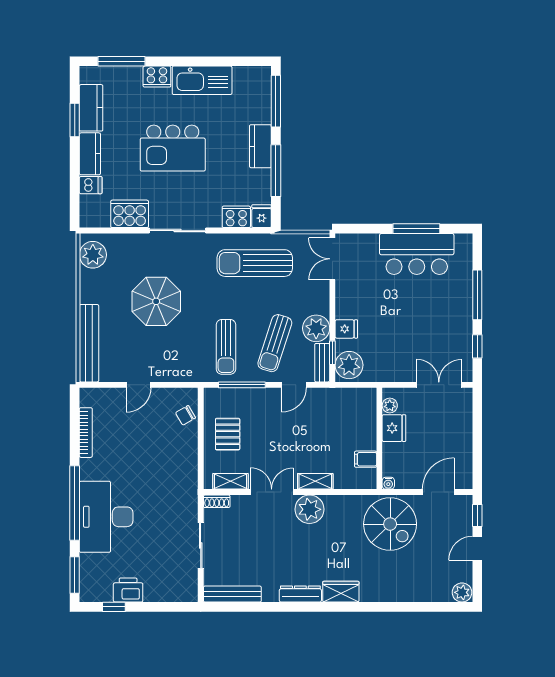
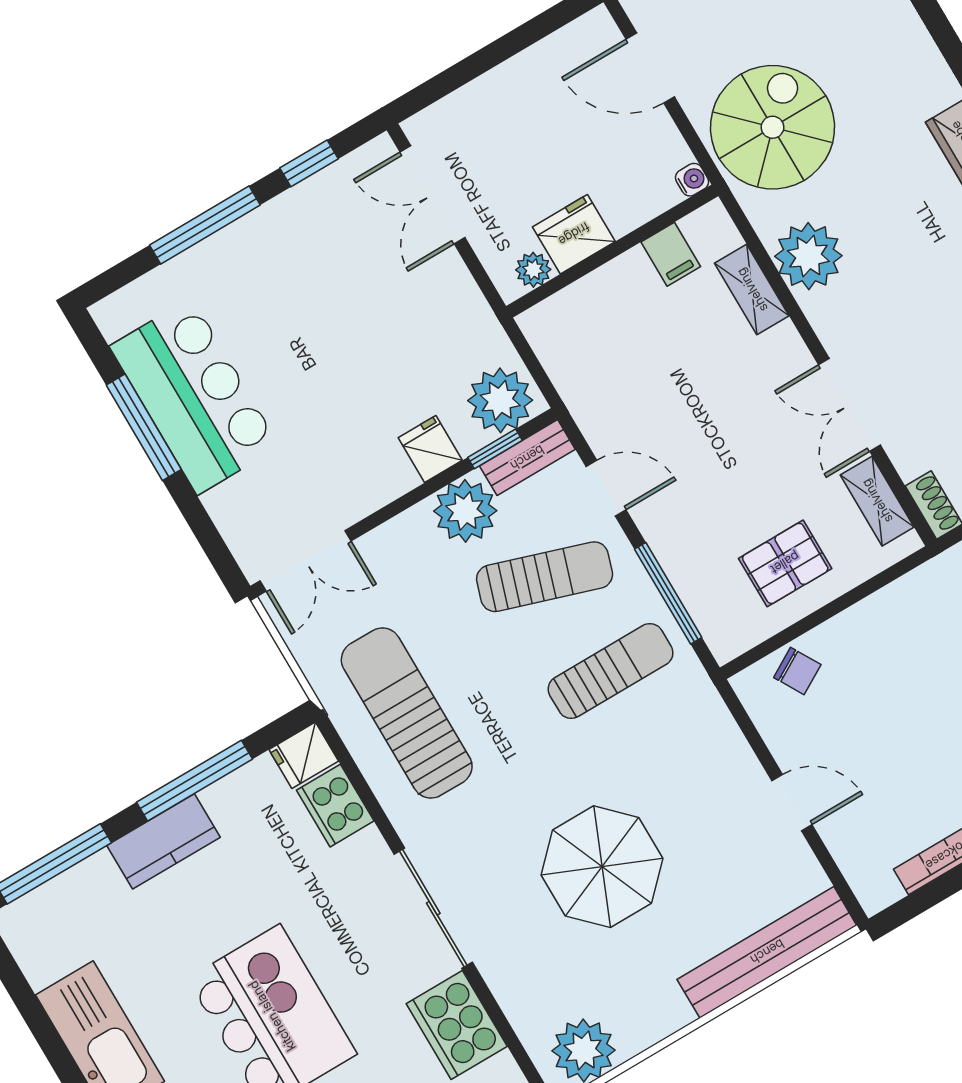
sun lounger: (255, 263) -> (407, 713), turned 180
shelving: (315, 481) -> (752, 290), moved
plant: (309, 509) -> (808, 256), moved

